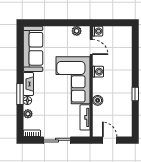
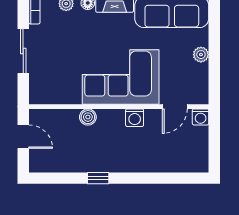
plant: (77, 31) -> (201, 55), moved
tv unit: (85, 117) -> (60, 96), removed
door: (110, 140) -> (23, 137), hinge flipped

